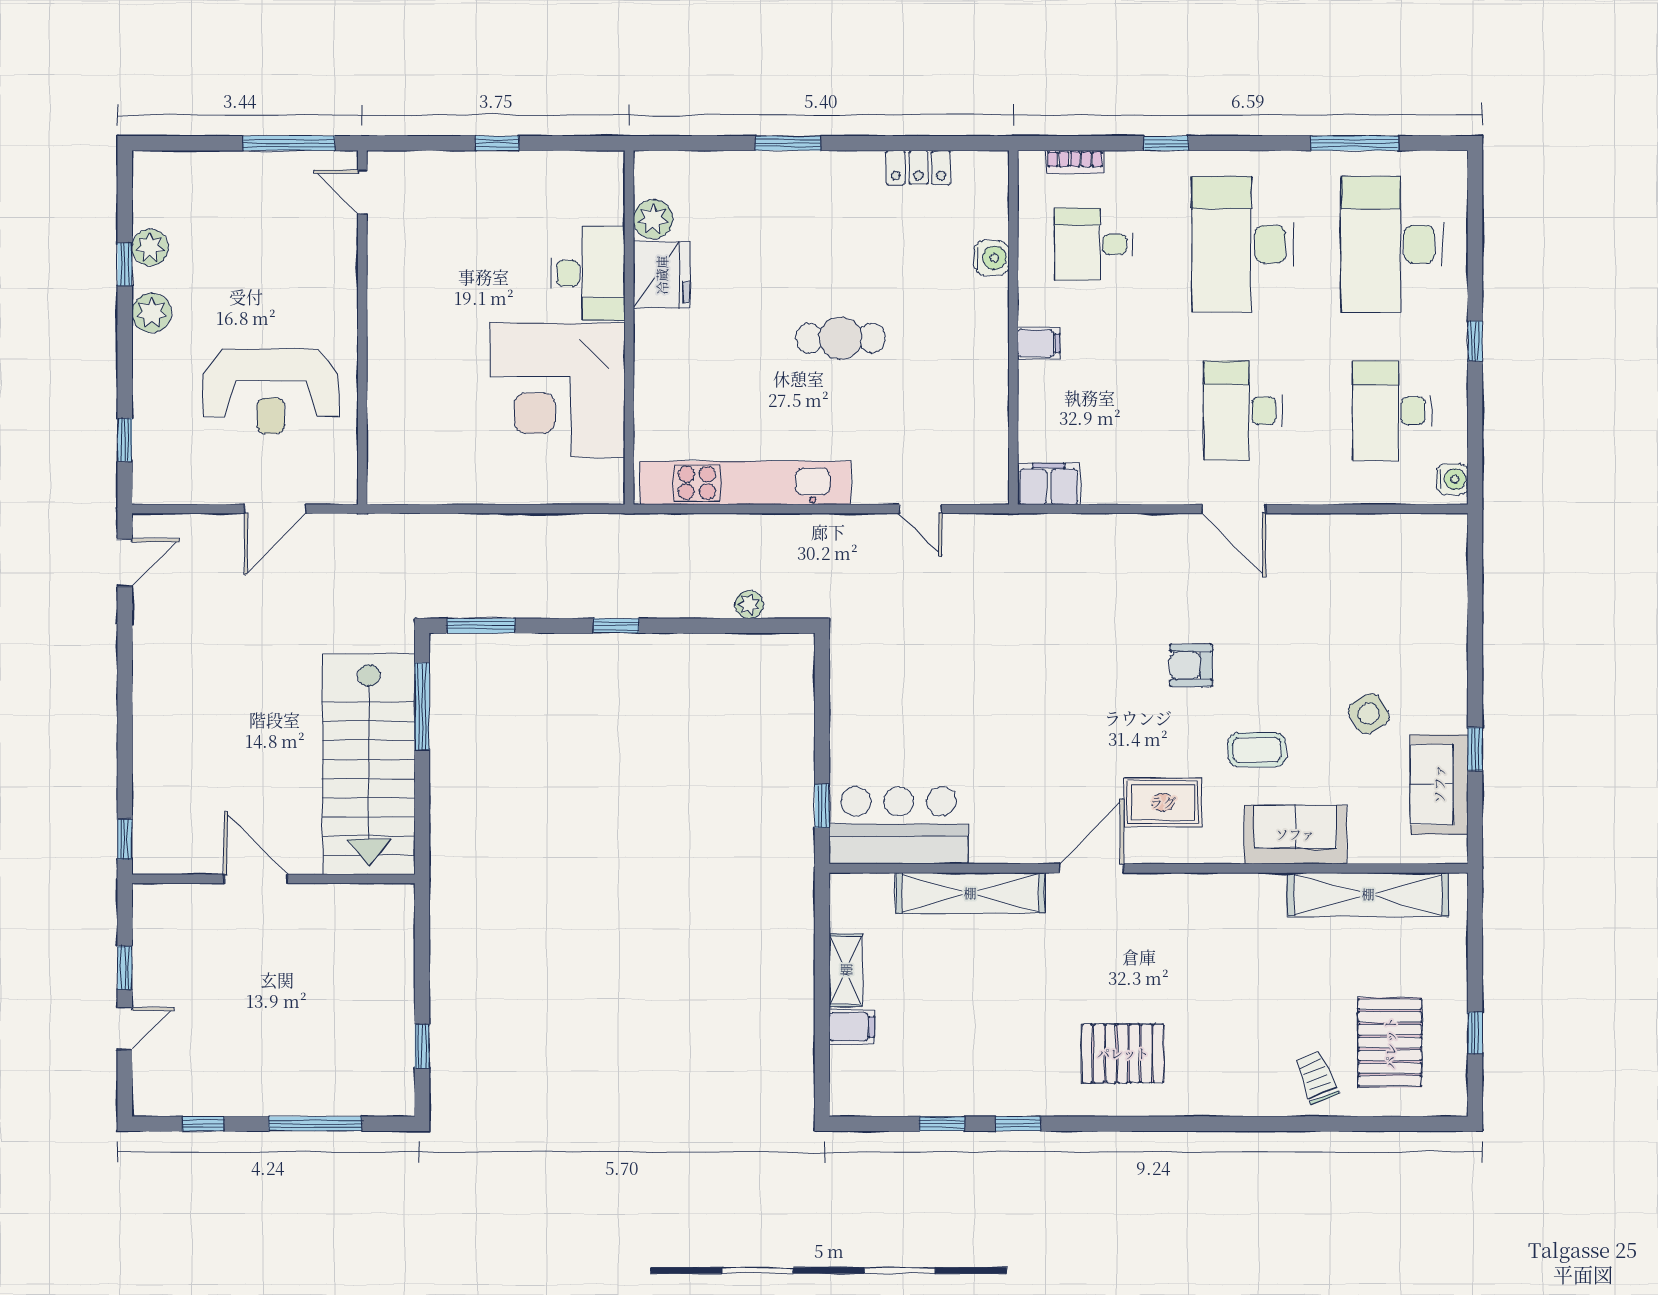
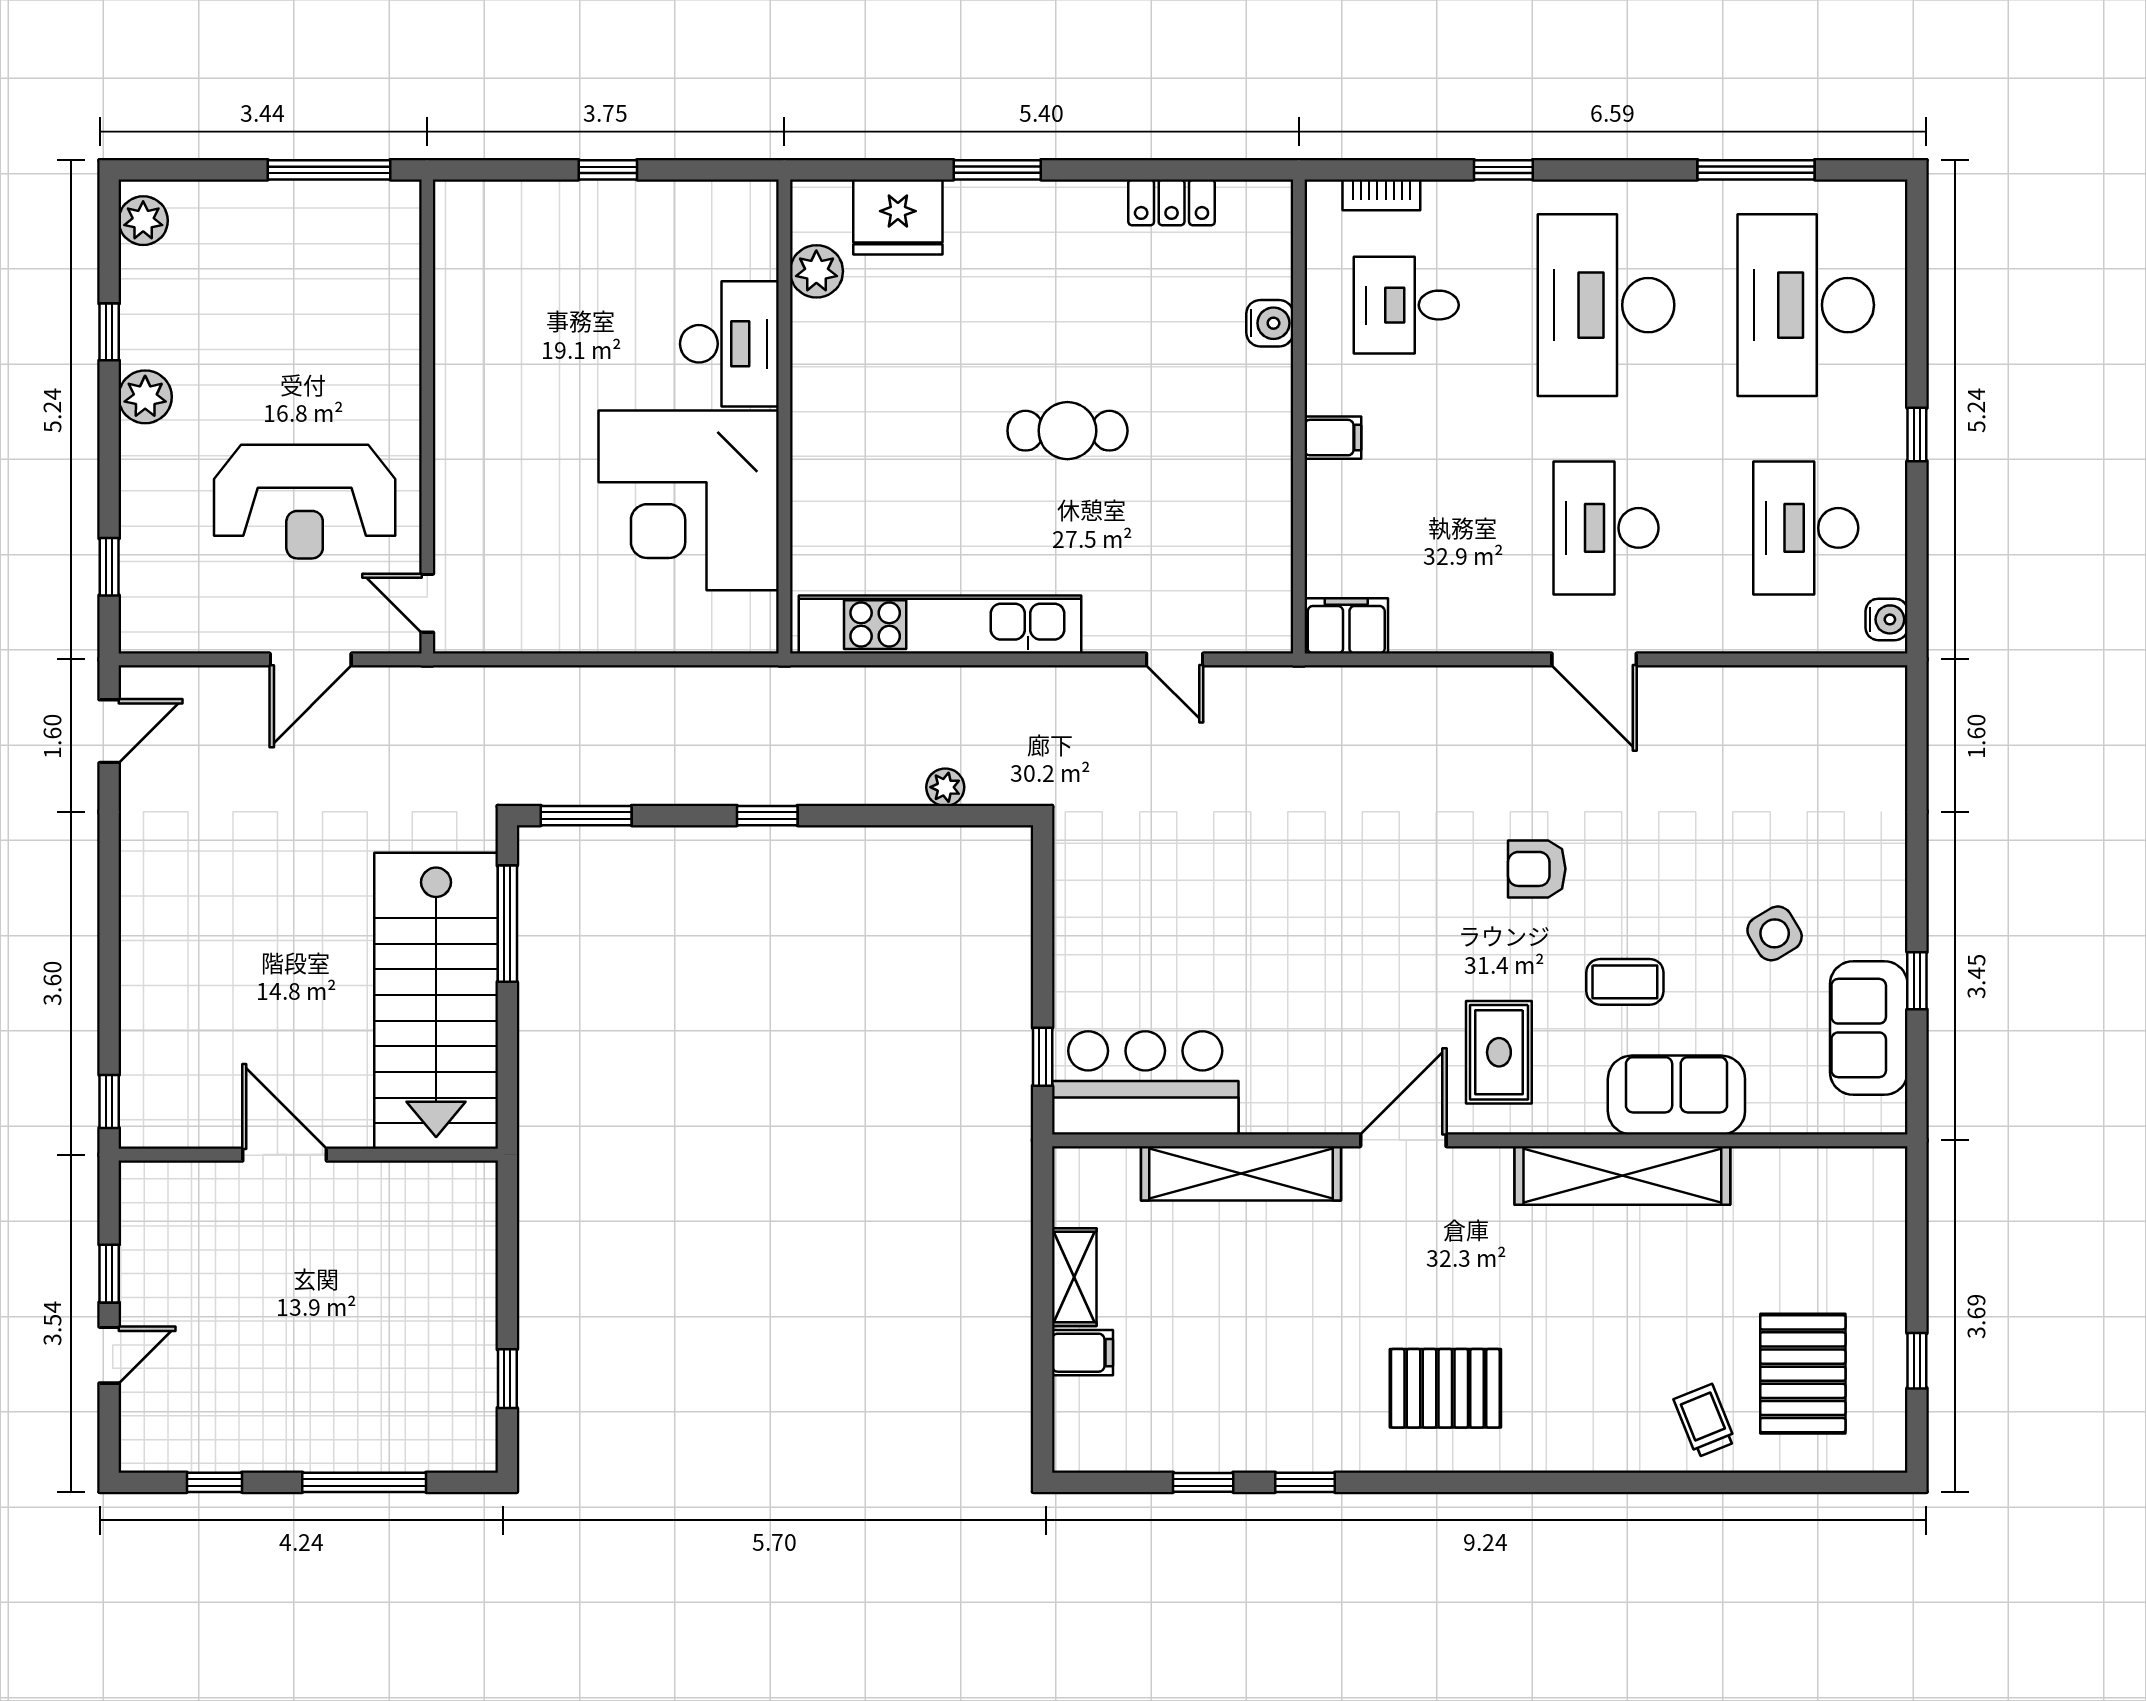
door: (362, 192) -> (427, 603), moved
plant: (150, 247) -> (143, 221), moved
fridge: (662, 275) -> (898, 217), moved, turned 90
rug: (1163, 802) -> (1499, 1052), turned 90
shelving: (1368, 894) -> (1622, 1175), moved

